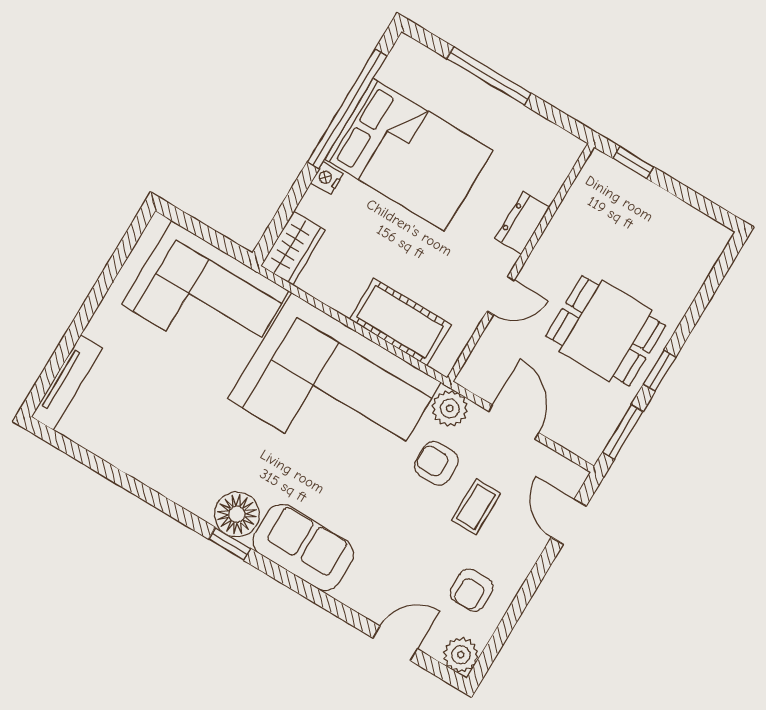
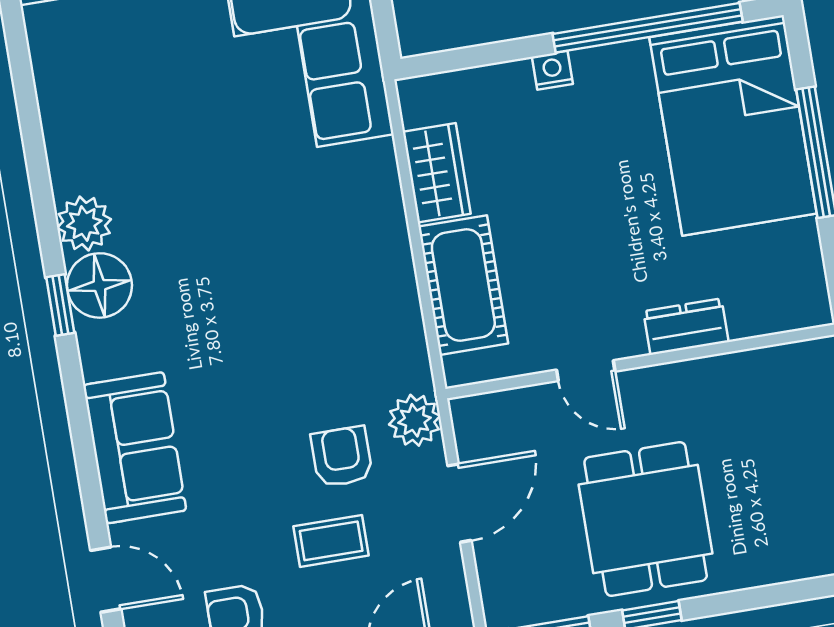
bed: (409, 155) -> (733, 125), moved
wardrobe: (293, 248) -> (437, 173), moved, turned -90
corner sofa: (334, 391) -> (326, 277), removed
plant: (197, 495) -> (84, 224), added
sofa: (303, 547) -> (135, 448), moved

